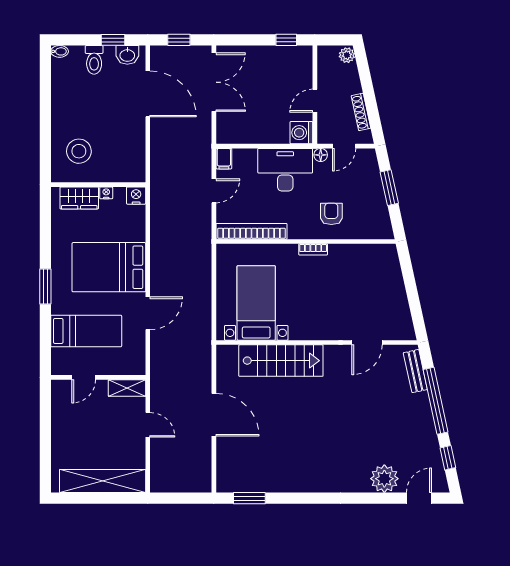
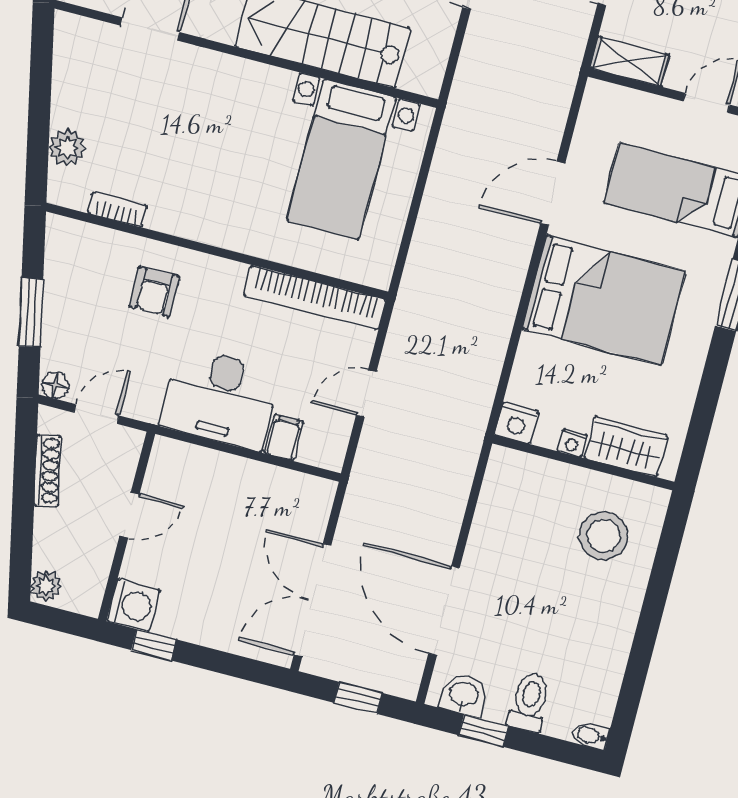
washing machine: (301, 133) -> (133, 605), moved
floor lamp: (321, 155) -> (55, 385), moved
filing cabinet: (224, 159) -> (284, 437), moved
bookcase: (313, 249) -> (117, 209), moved
plant: (393, 273) -> (67, 148), added

